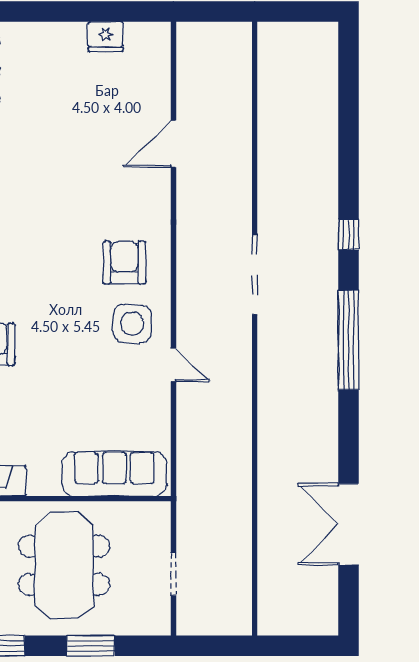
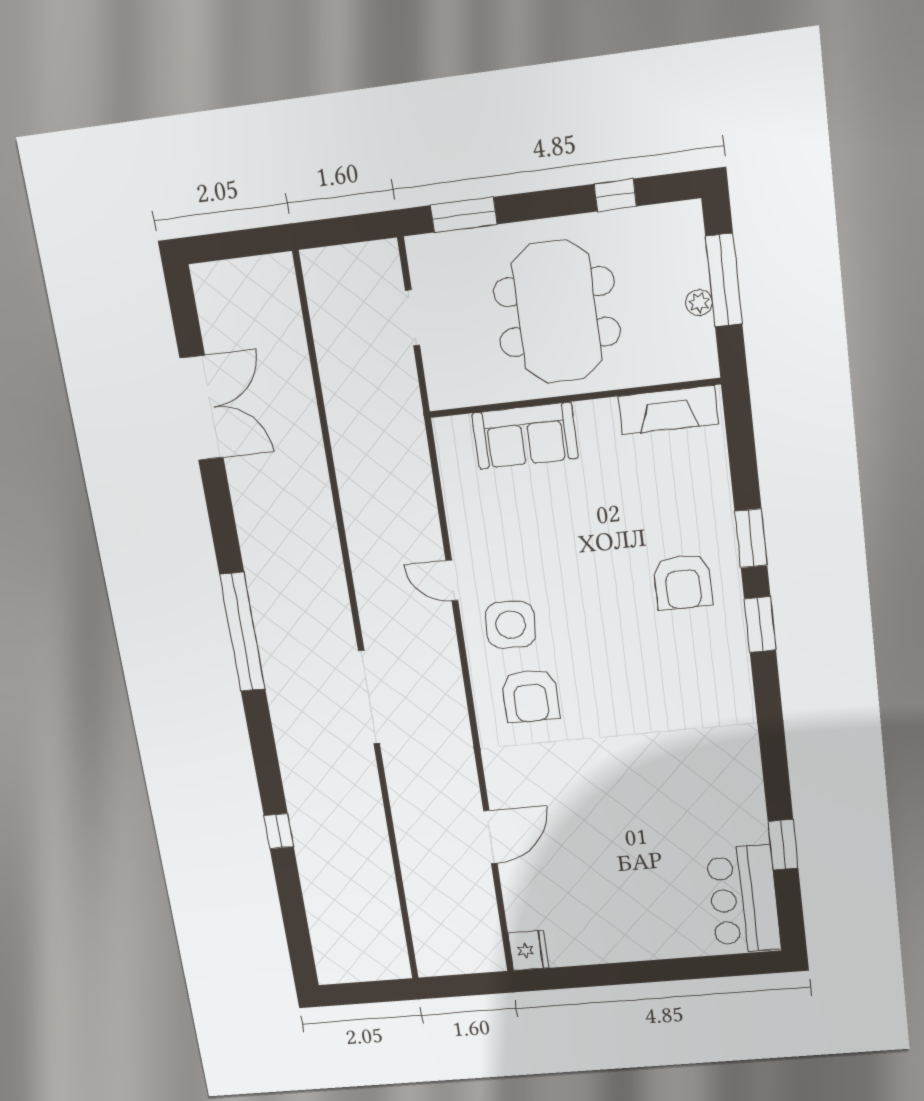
fridge: (106, 37) -> (528, 950), moved, turned 90
window: (349, 235) -> (279, 831), moved
sofa: (114, 474) -> (525, 436), width x0.73
window: (91, 646) -> (464, 215), moved

